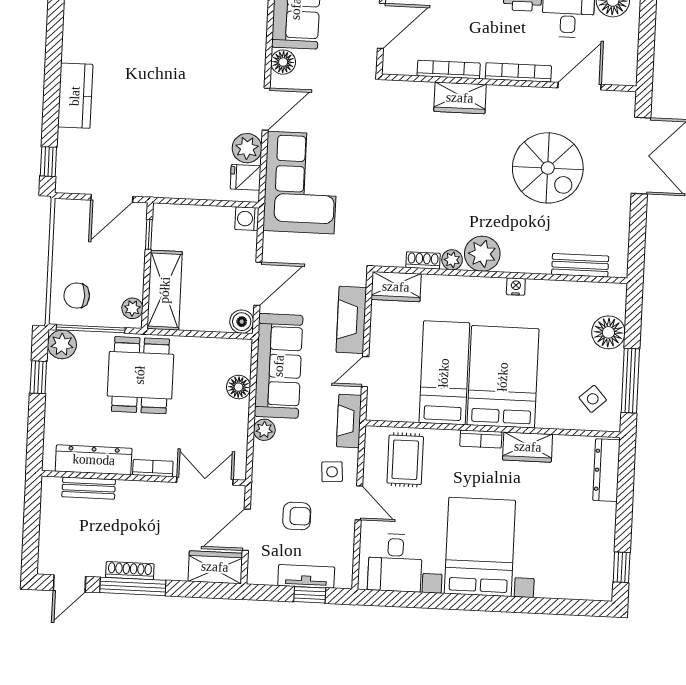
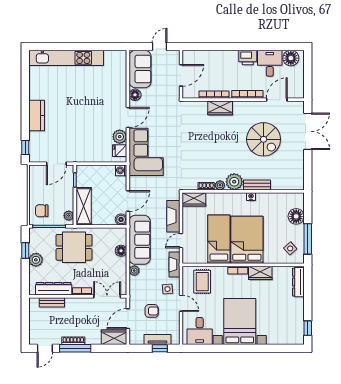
bench: (580, 265) -> (257, 185), moved
plant: (62, 344) -> (36, 260), moved
dining table: (140, 375) -> (74, 247), turned 90

